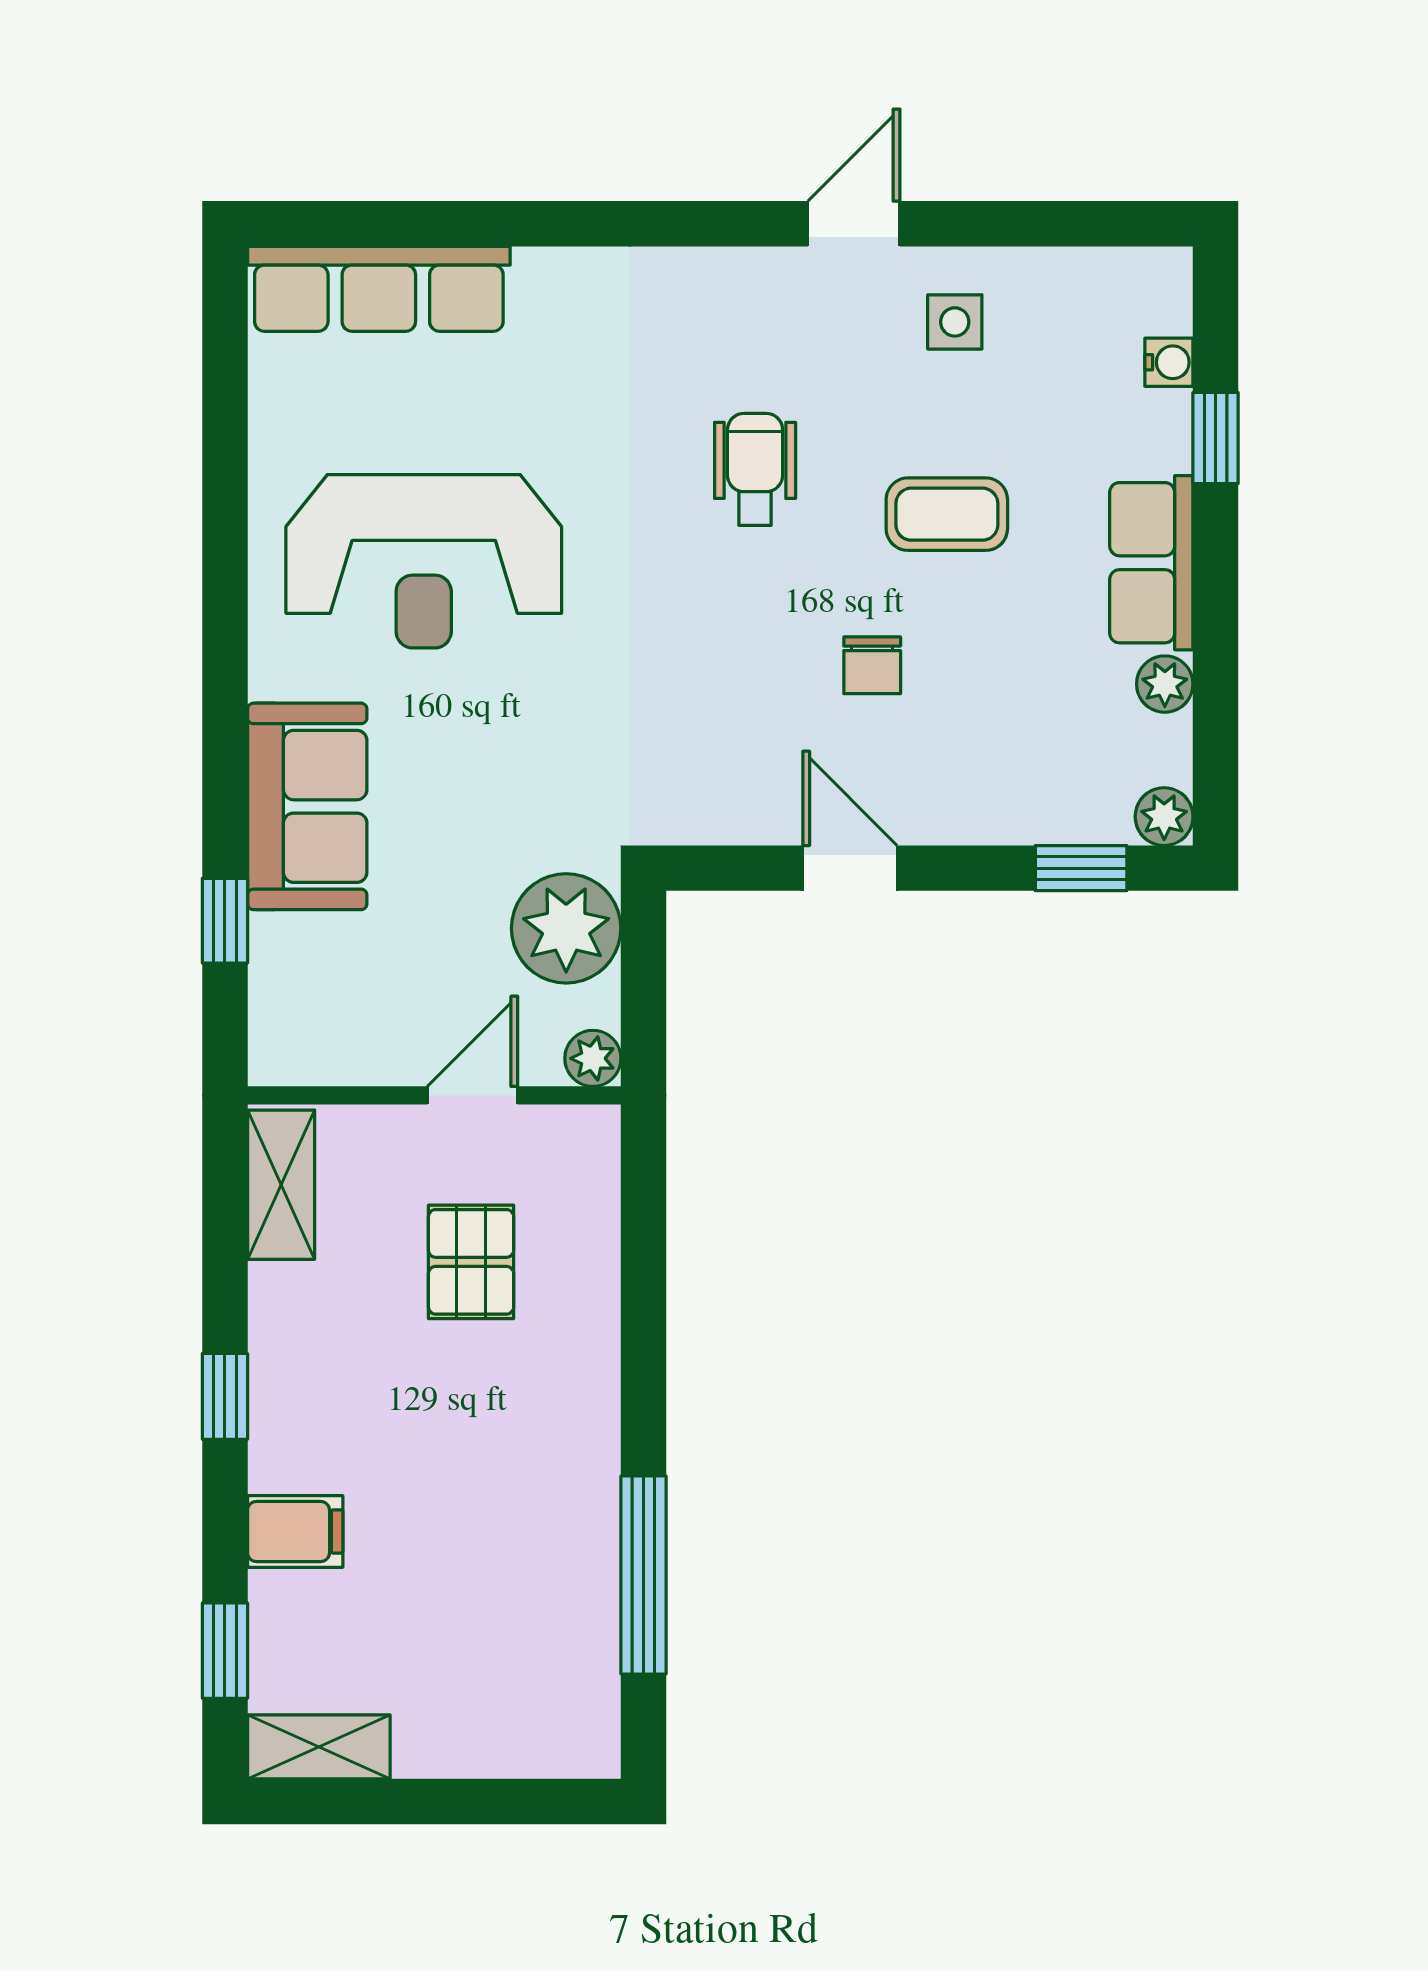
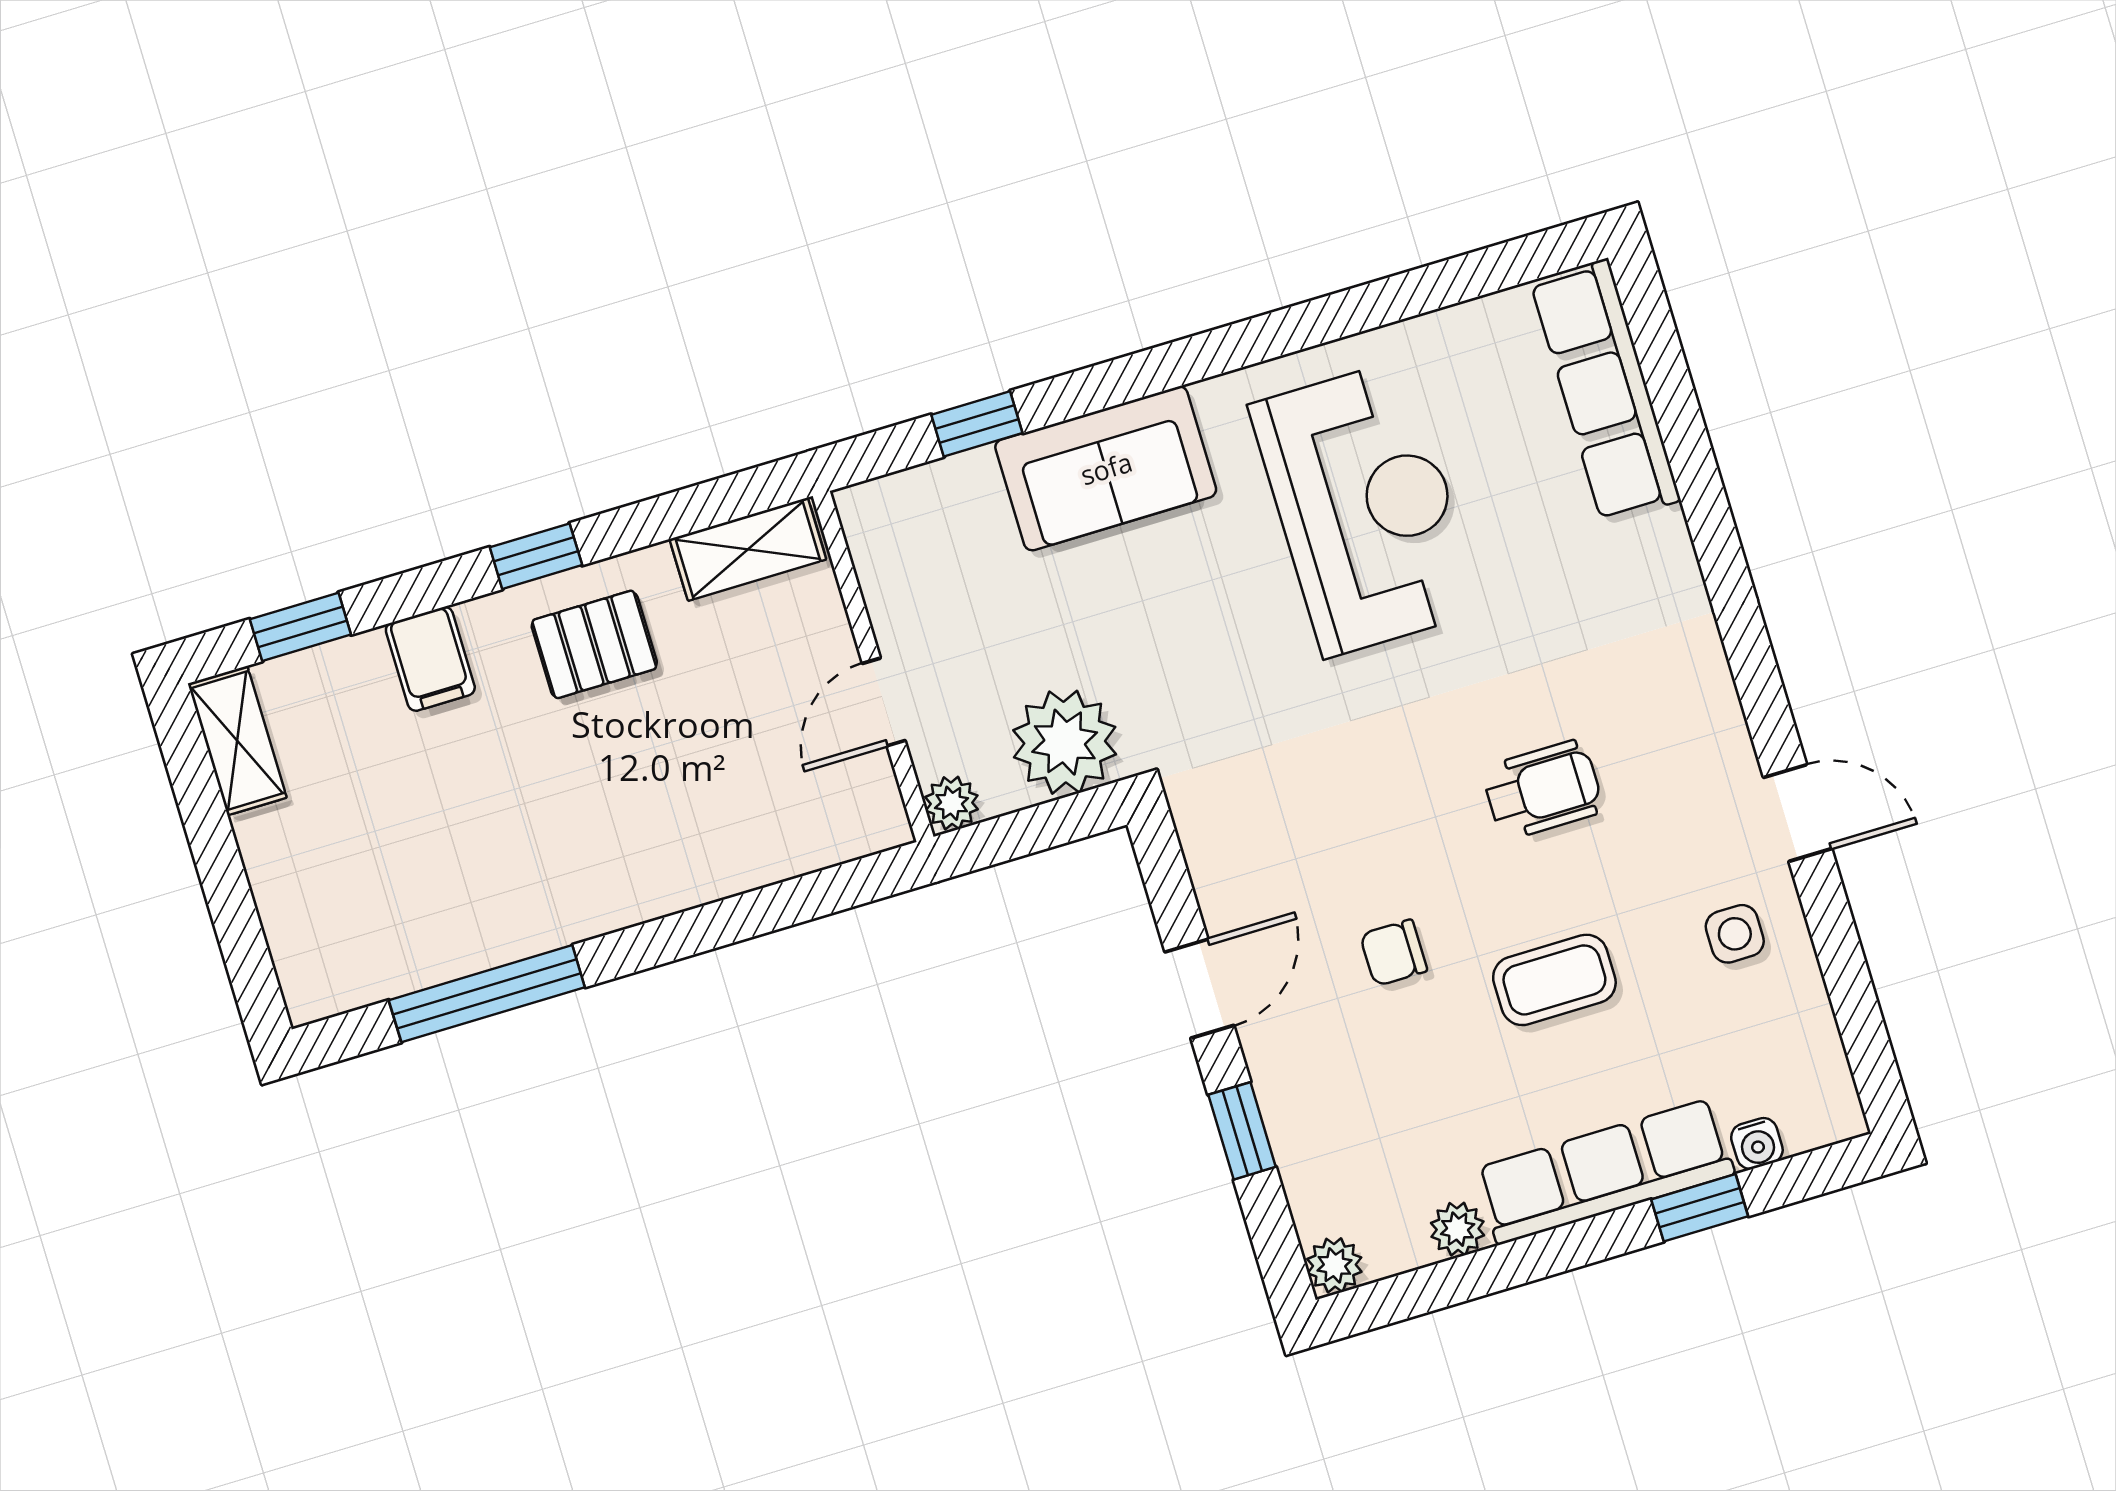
coffee table: (947, 514) -> (1554, 980), turned 90
reception desk: (424, 561) -> (1365, 508), turned 180
row of seats: (1151, 563) -> (1605, 1171), width x1.48
window: (1081, 868) -> (1242, 1131), moved
door: (473, 1095) -> (884, 702), swing flipped
pallet: (471, 1262) -> (594, 644), moved

